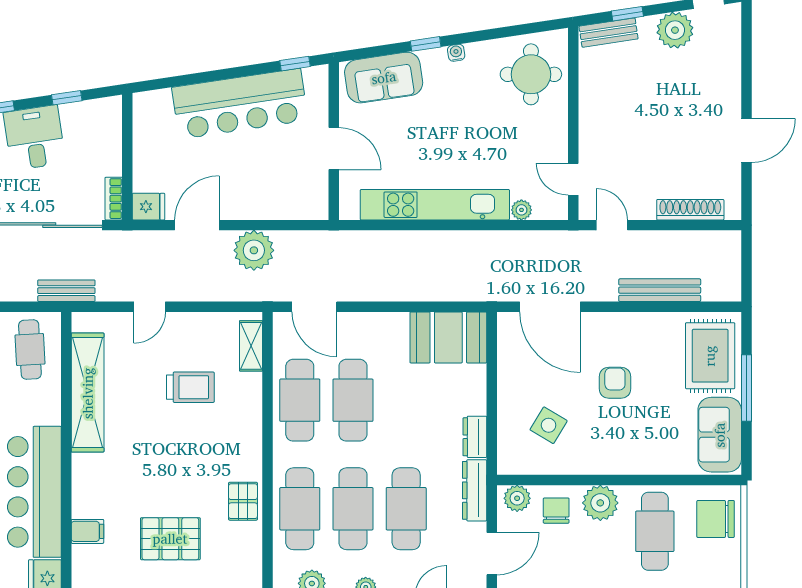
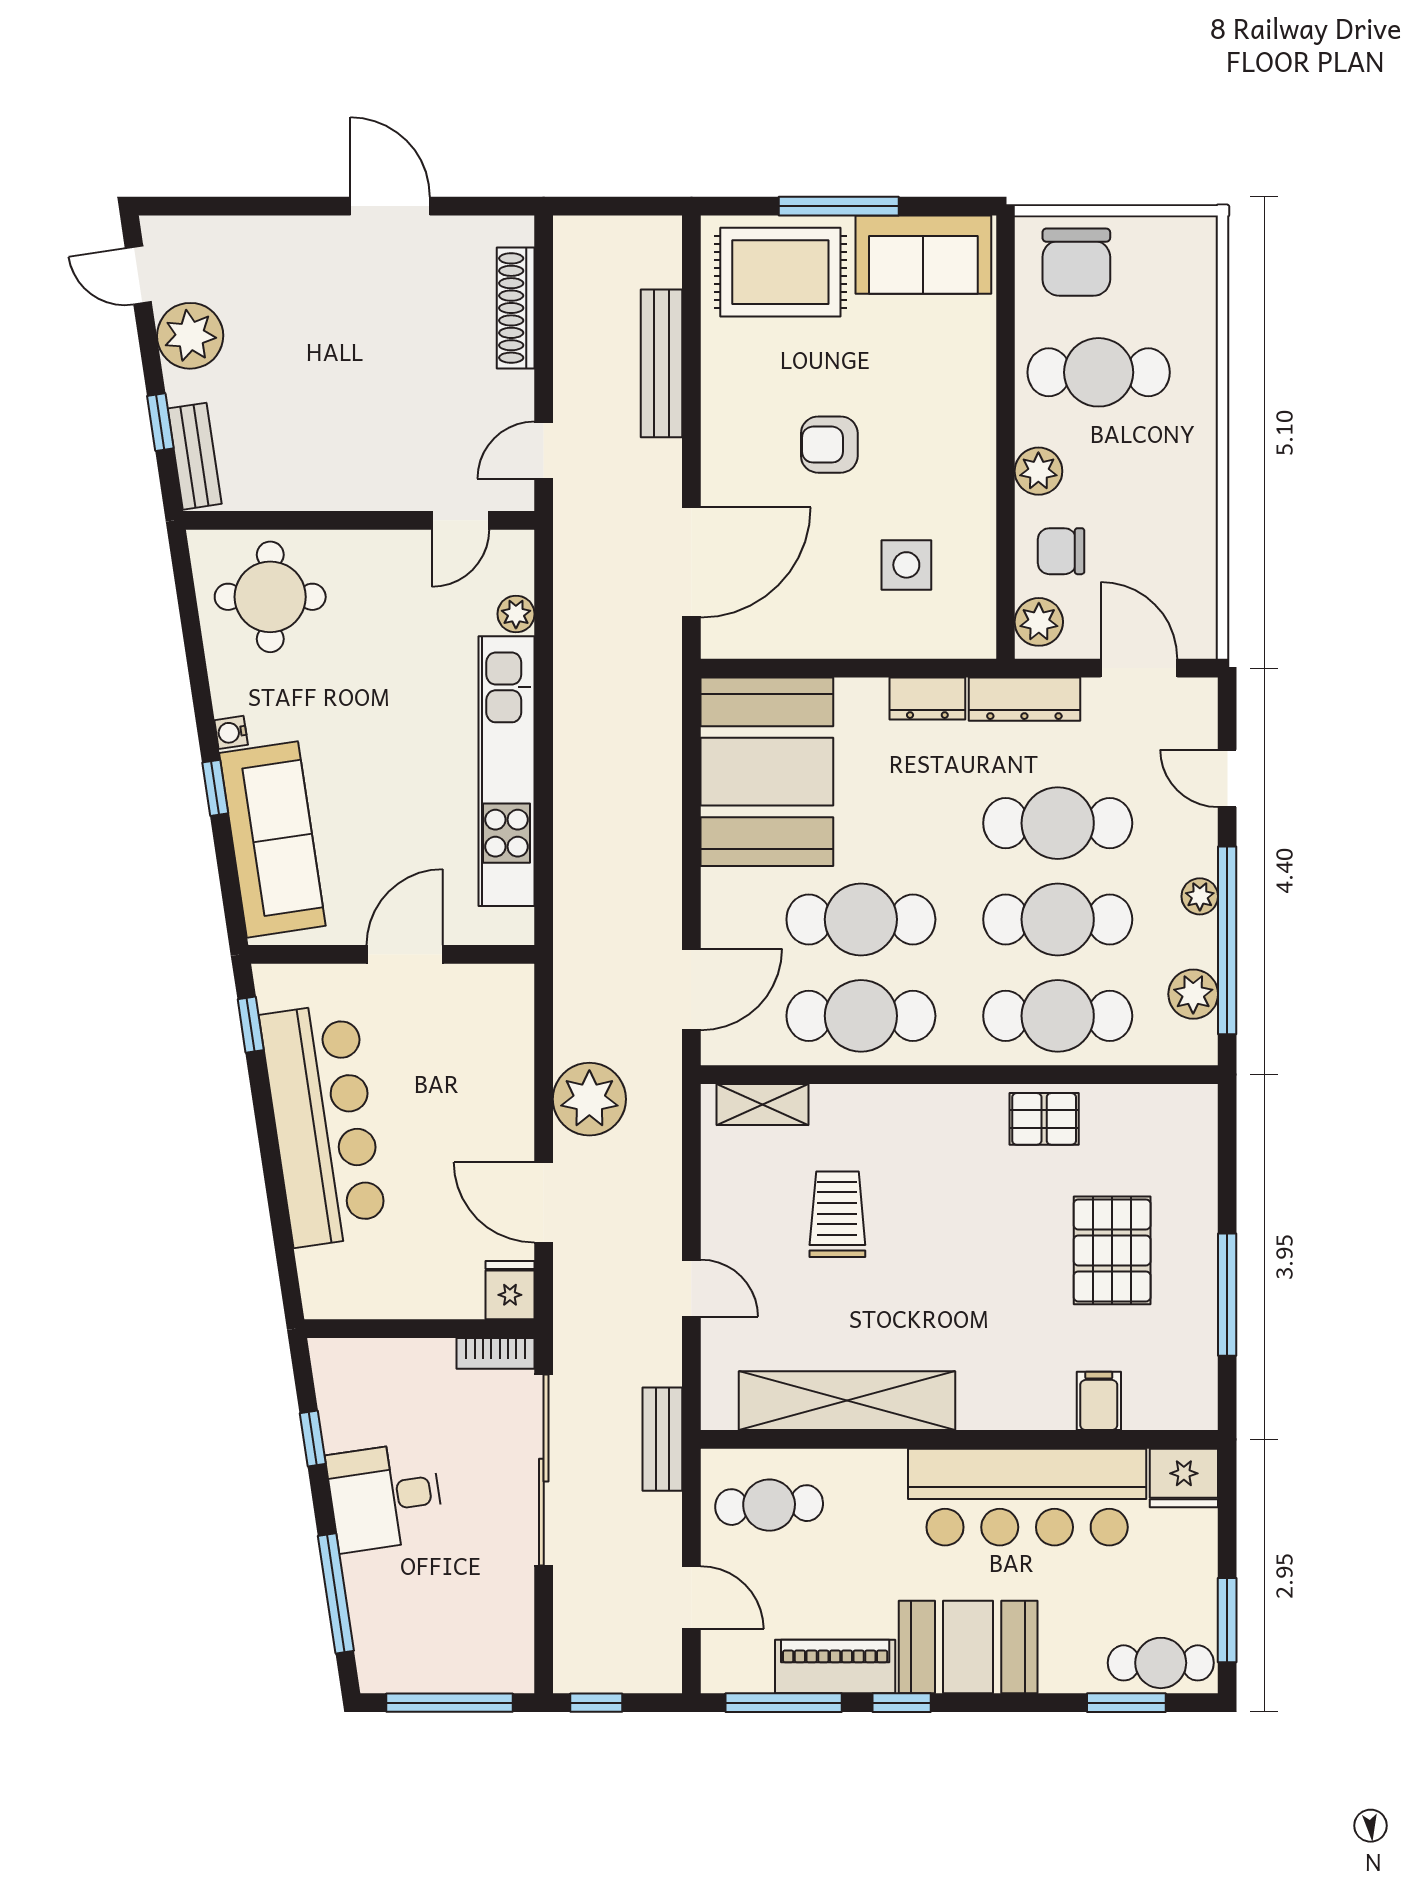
sofa: (384, 78) -> (272, 839), width x1.36
booth: (448, 337) -> (767, 772), width x1.36, depth x1.42
side table: (549, 425) -> (906, 565), turned -31
plant: (600, 503) -> (1038, 471), width x0.73, depth x0.73

